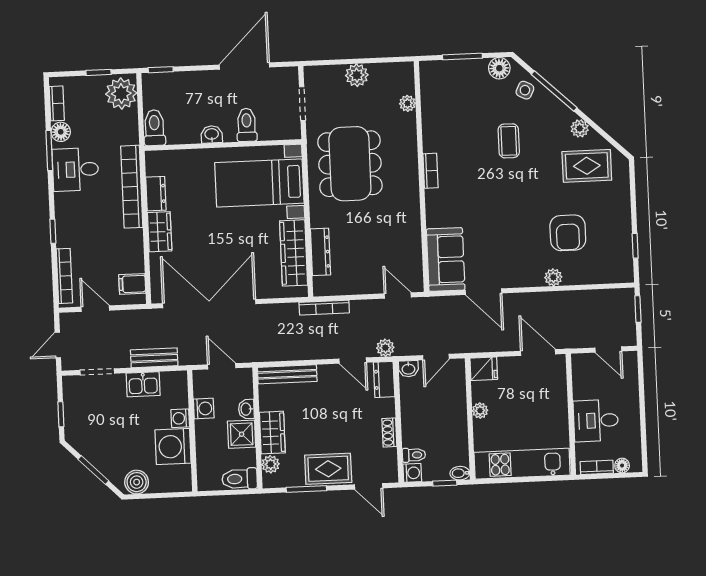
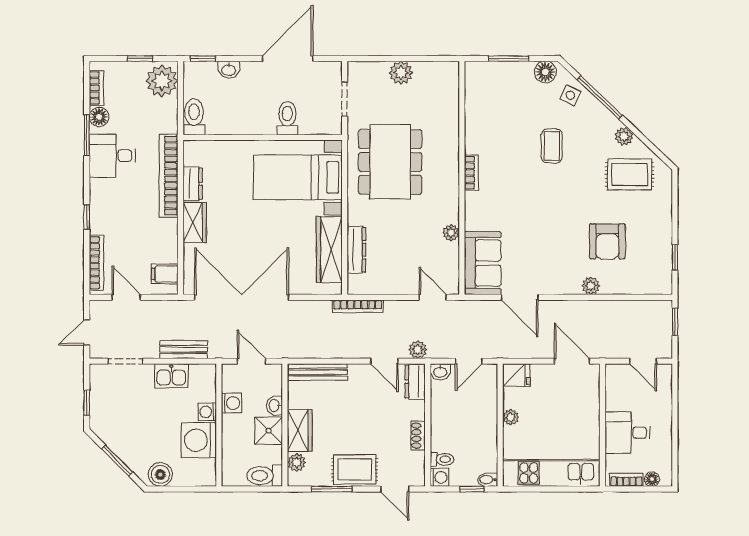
plant: (407, 103) -> (451, 233), moved
washbasin: (212, 134) -> (229, 70), moved, turned 180

